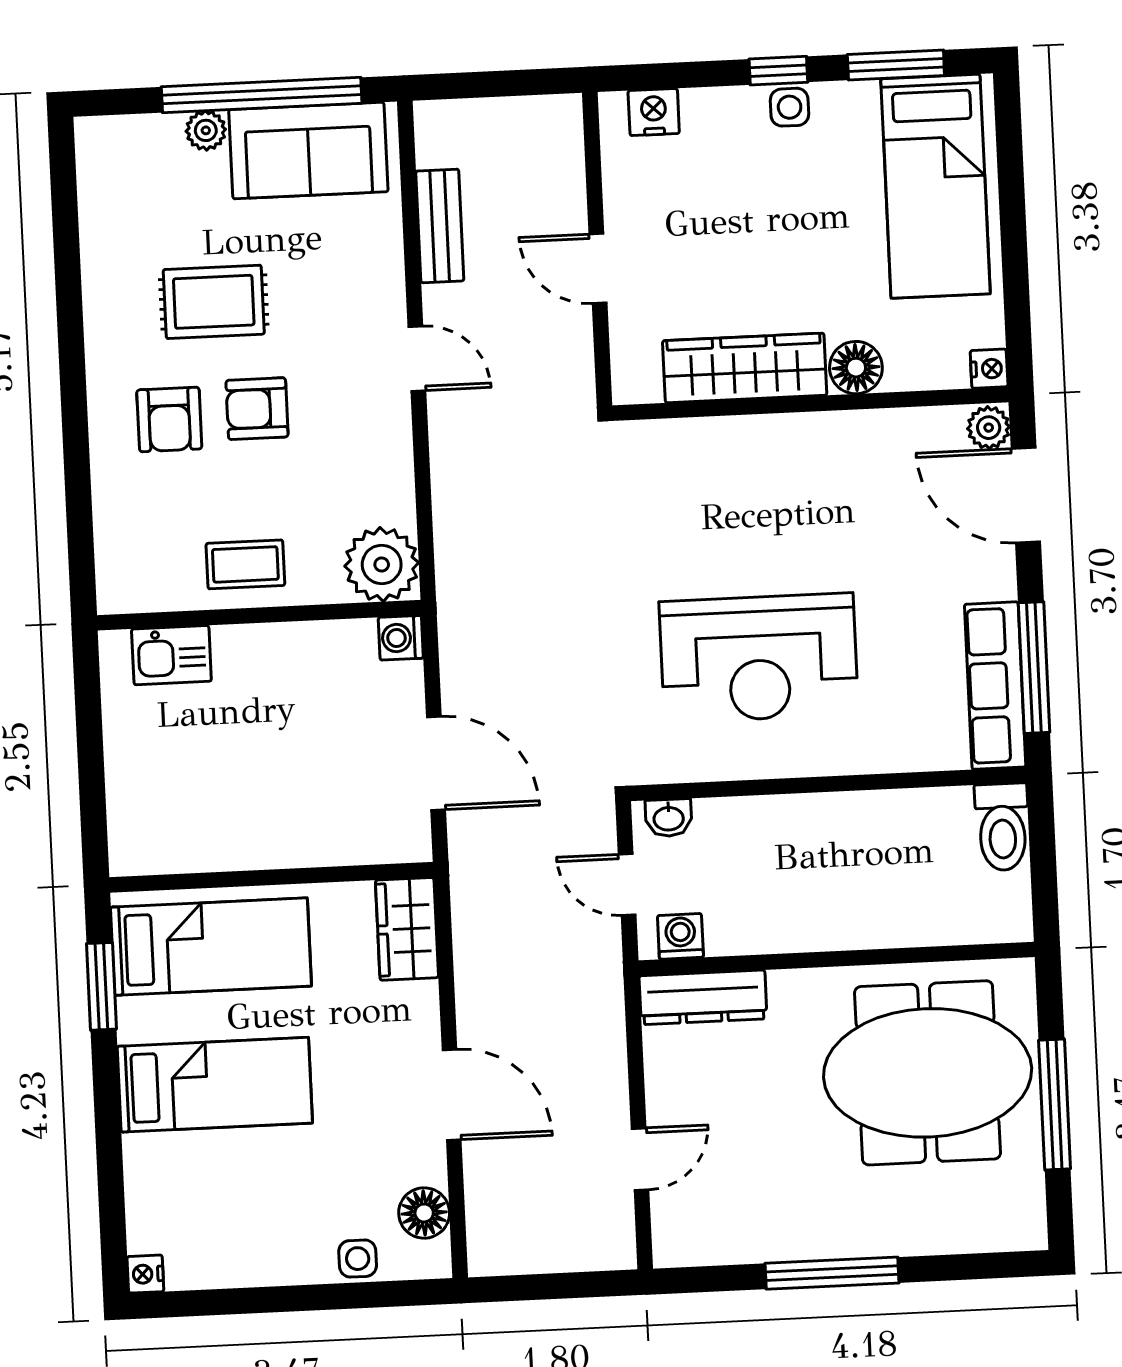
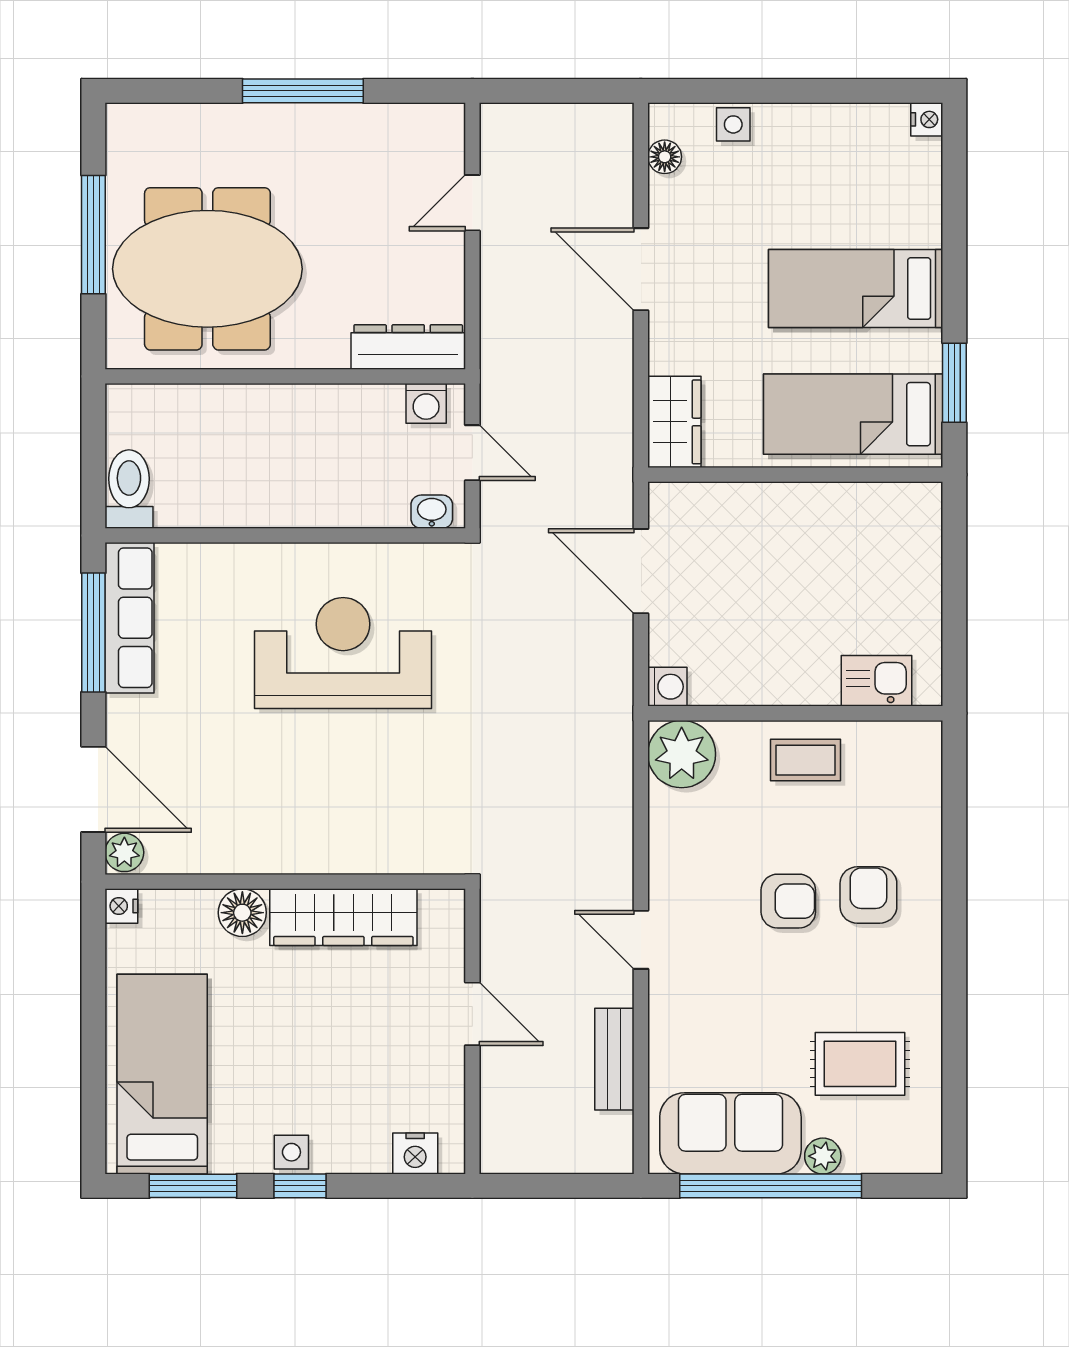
rug: (214, 302) -> (860, 1064), moved
floor lamp: (424, 1213) -> (665, 157), width x0.73, depth x0.73

